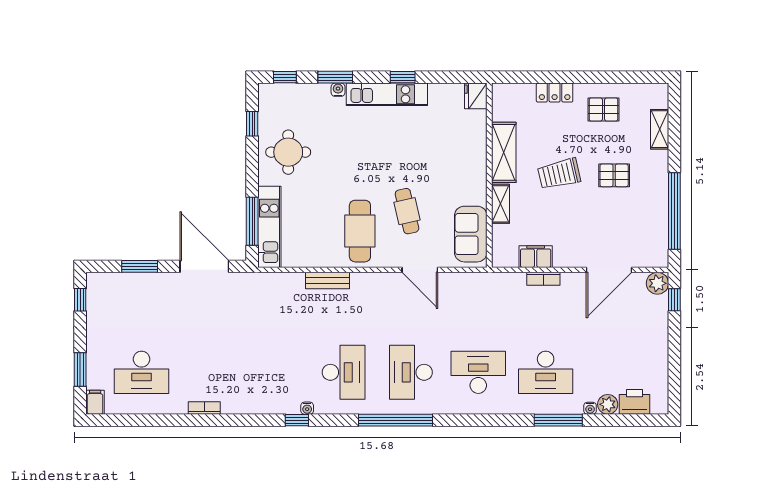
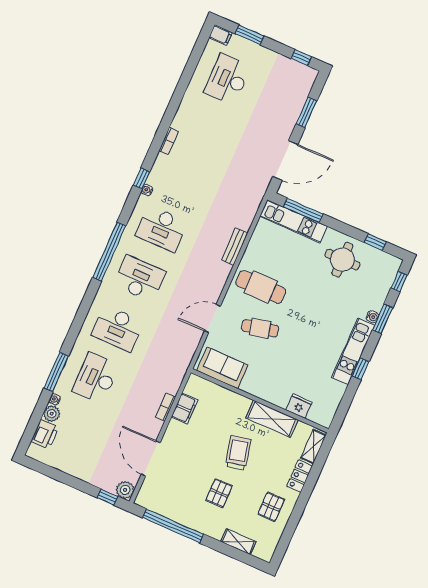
fridge: (476, 96) -> (299, 406), moved
shelving: (500, 204) -> (313, 446), moved, turned 90
desk: (478, 372) -> (118, 328), turned 90
bookcase: (204, 408) -> (169, 141), moved

